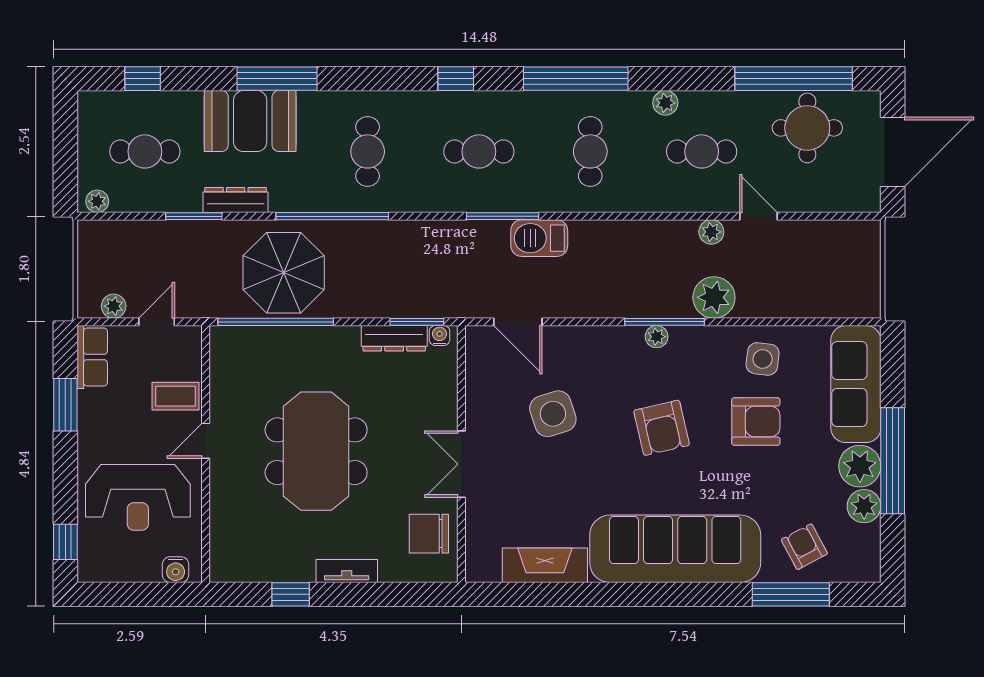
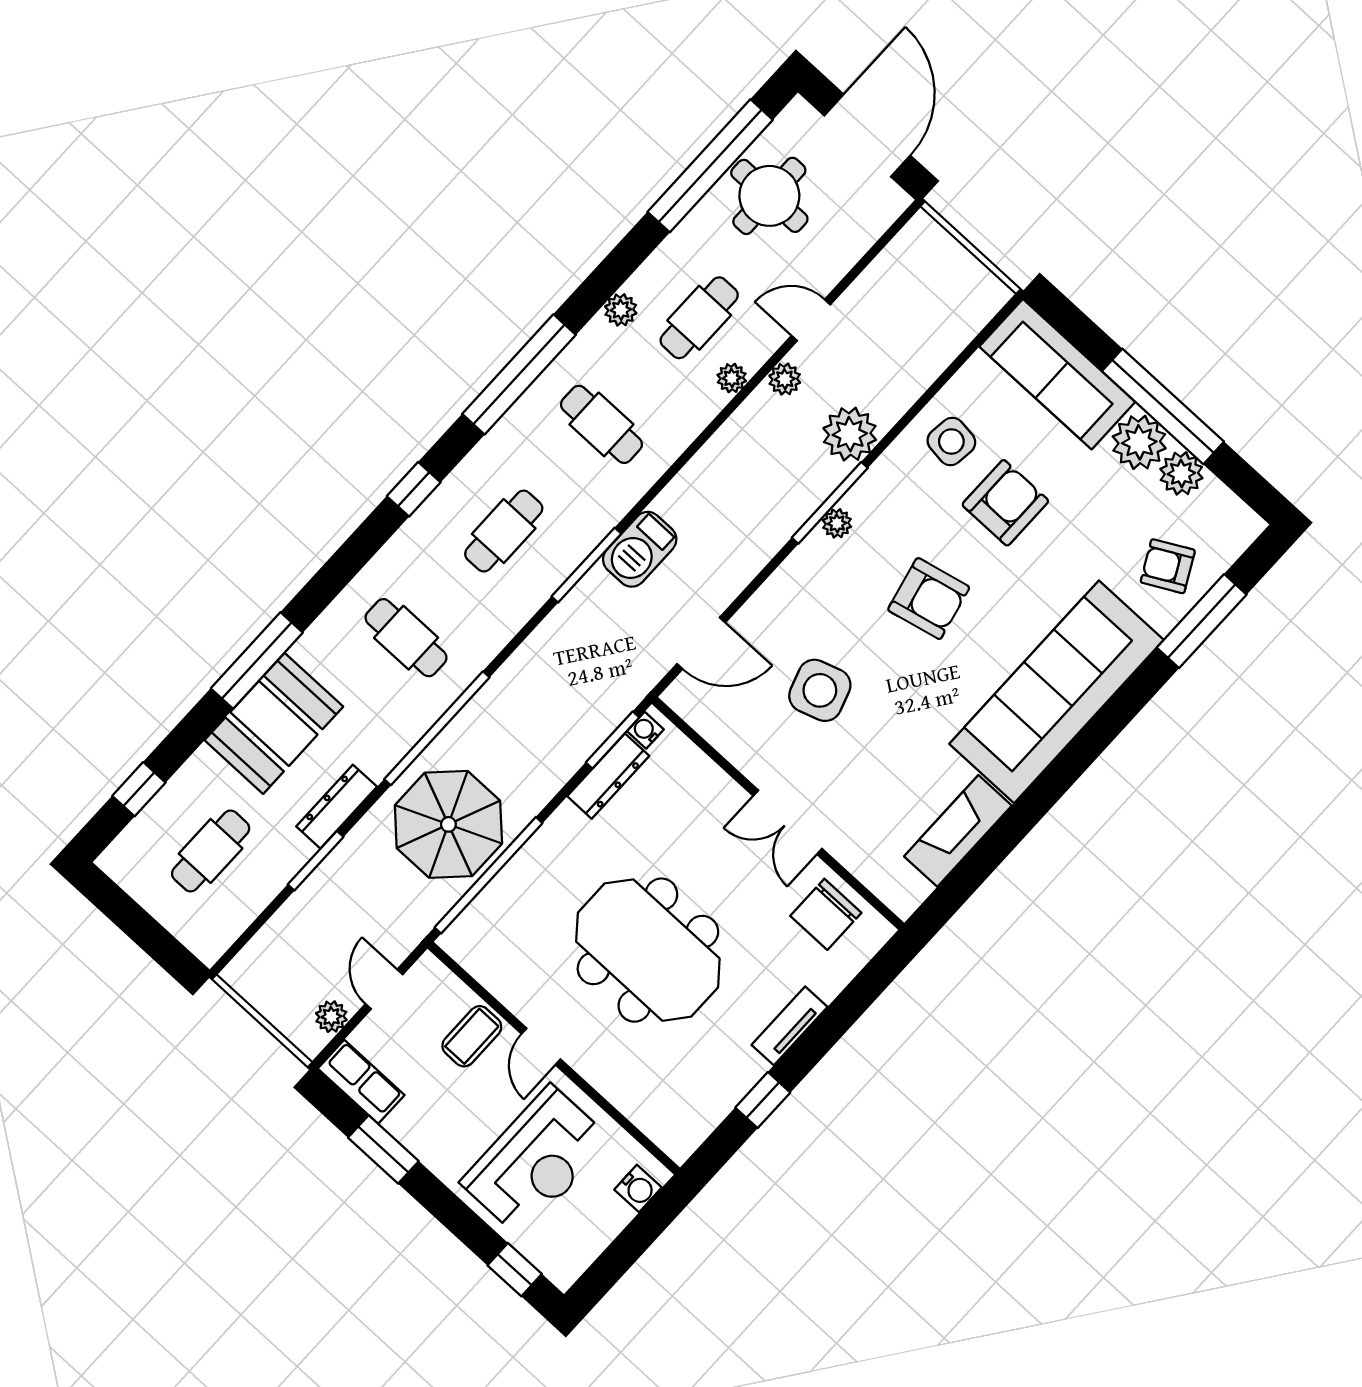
plant: (97, 201) -> (732, 378), moved

